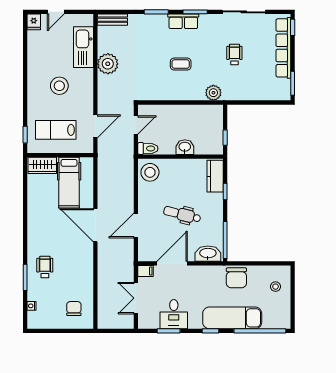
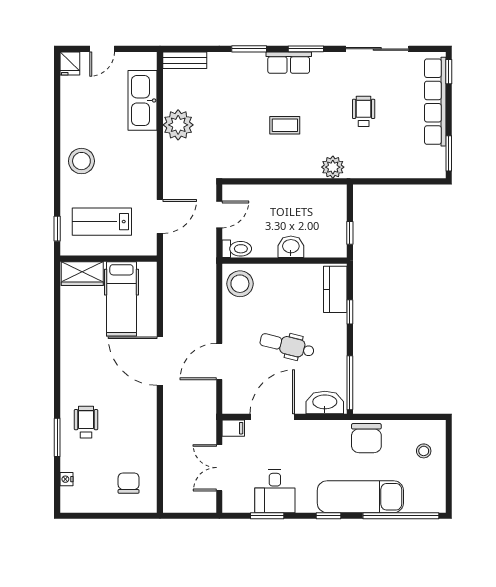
stool: (59, 86) -> (81, 161), moved

